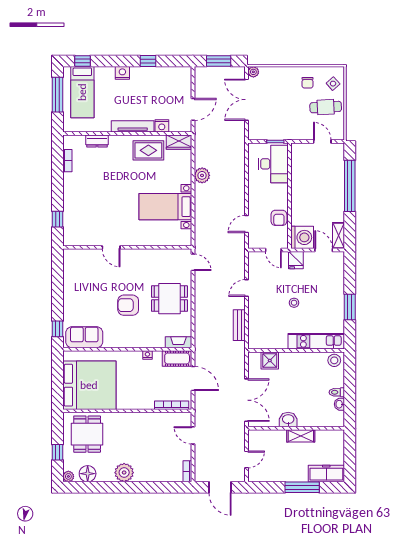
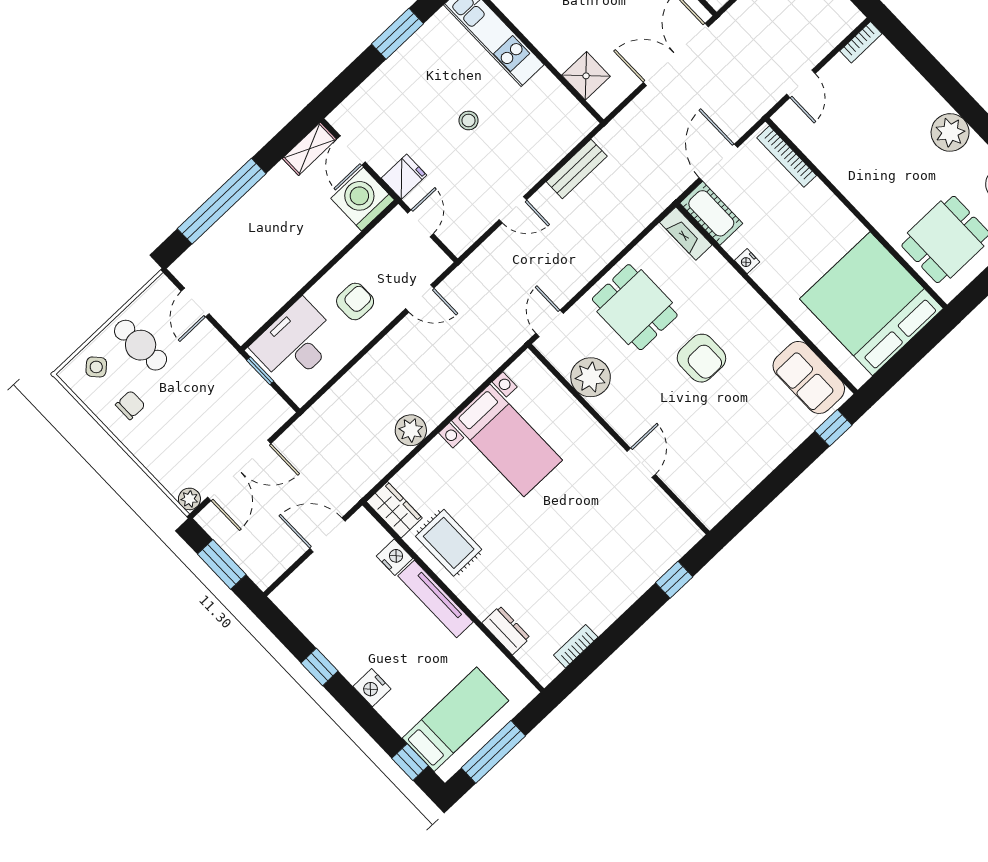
armchair: (279, 218) -> (355, 301), moved
plant: (159, 258) -> (591, 377), added

